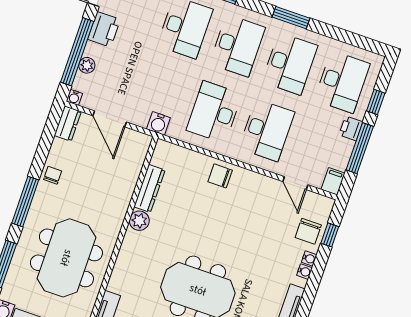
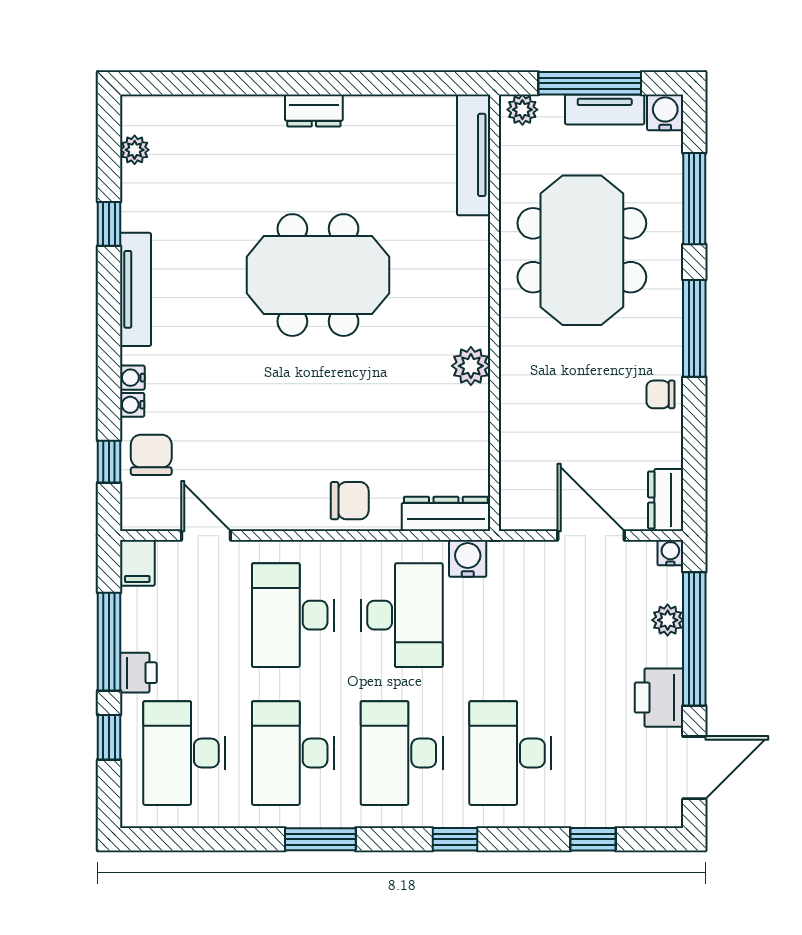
water cooler: (158, 123) -> (468, 558), moved
chair: (53, 175) -> (660, 394), turned 90
dresser: (149, 188) -> (446, 514), moved, turned 90

